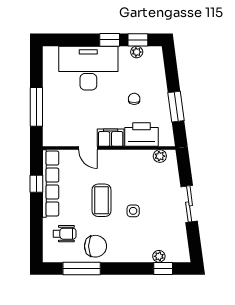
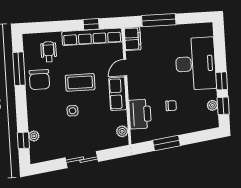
filing cabinet: (111, 138) -> (133, 39), moved
row of seats: (117, 159) -> (118, 94), added
wheelchair: (65, 234) -> (49, 52), turned 180

